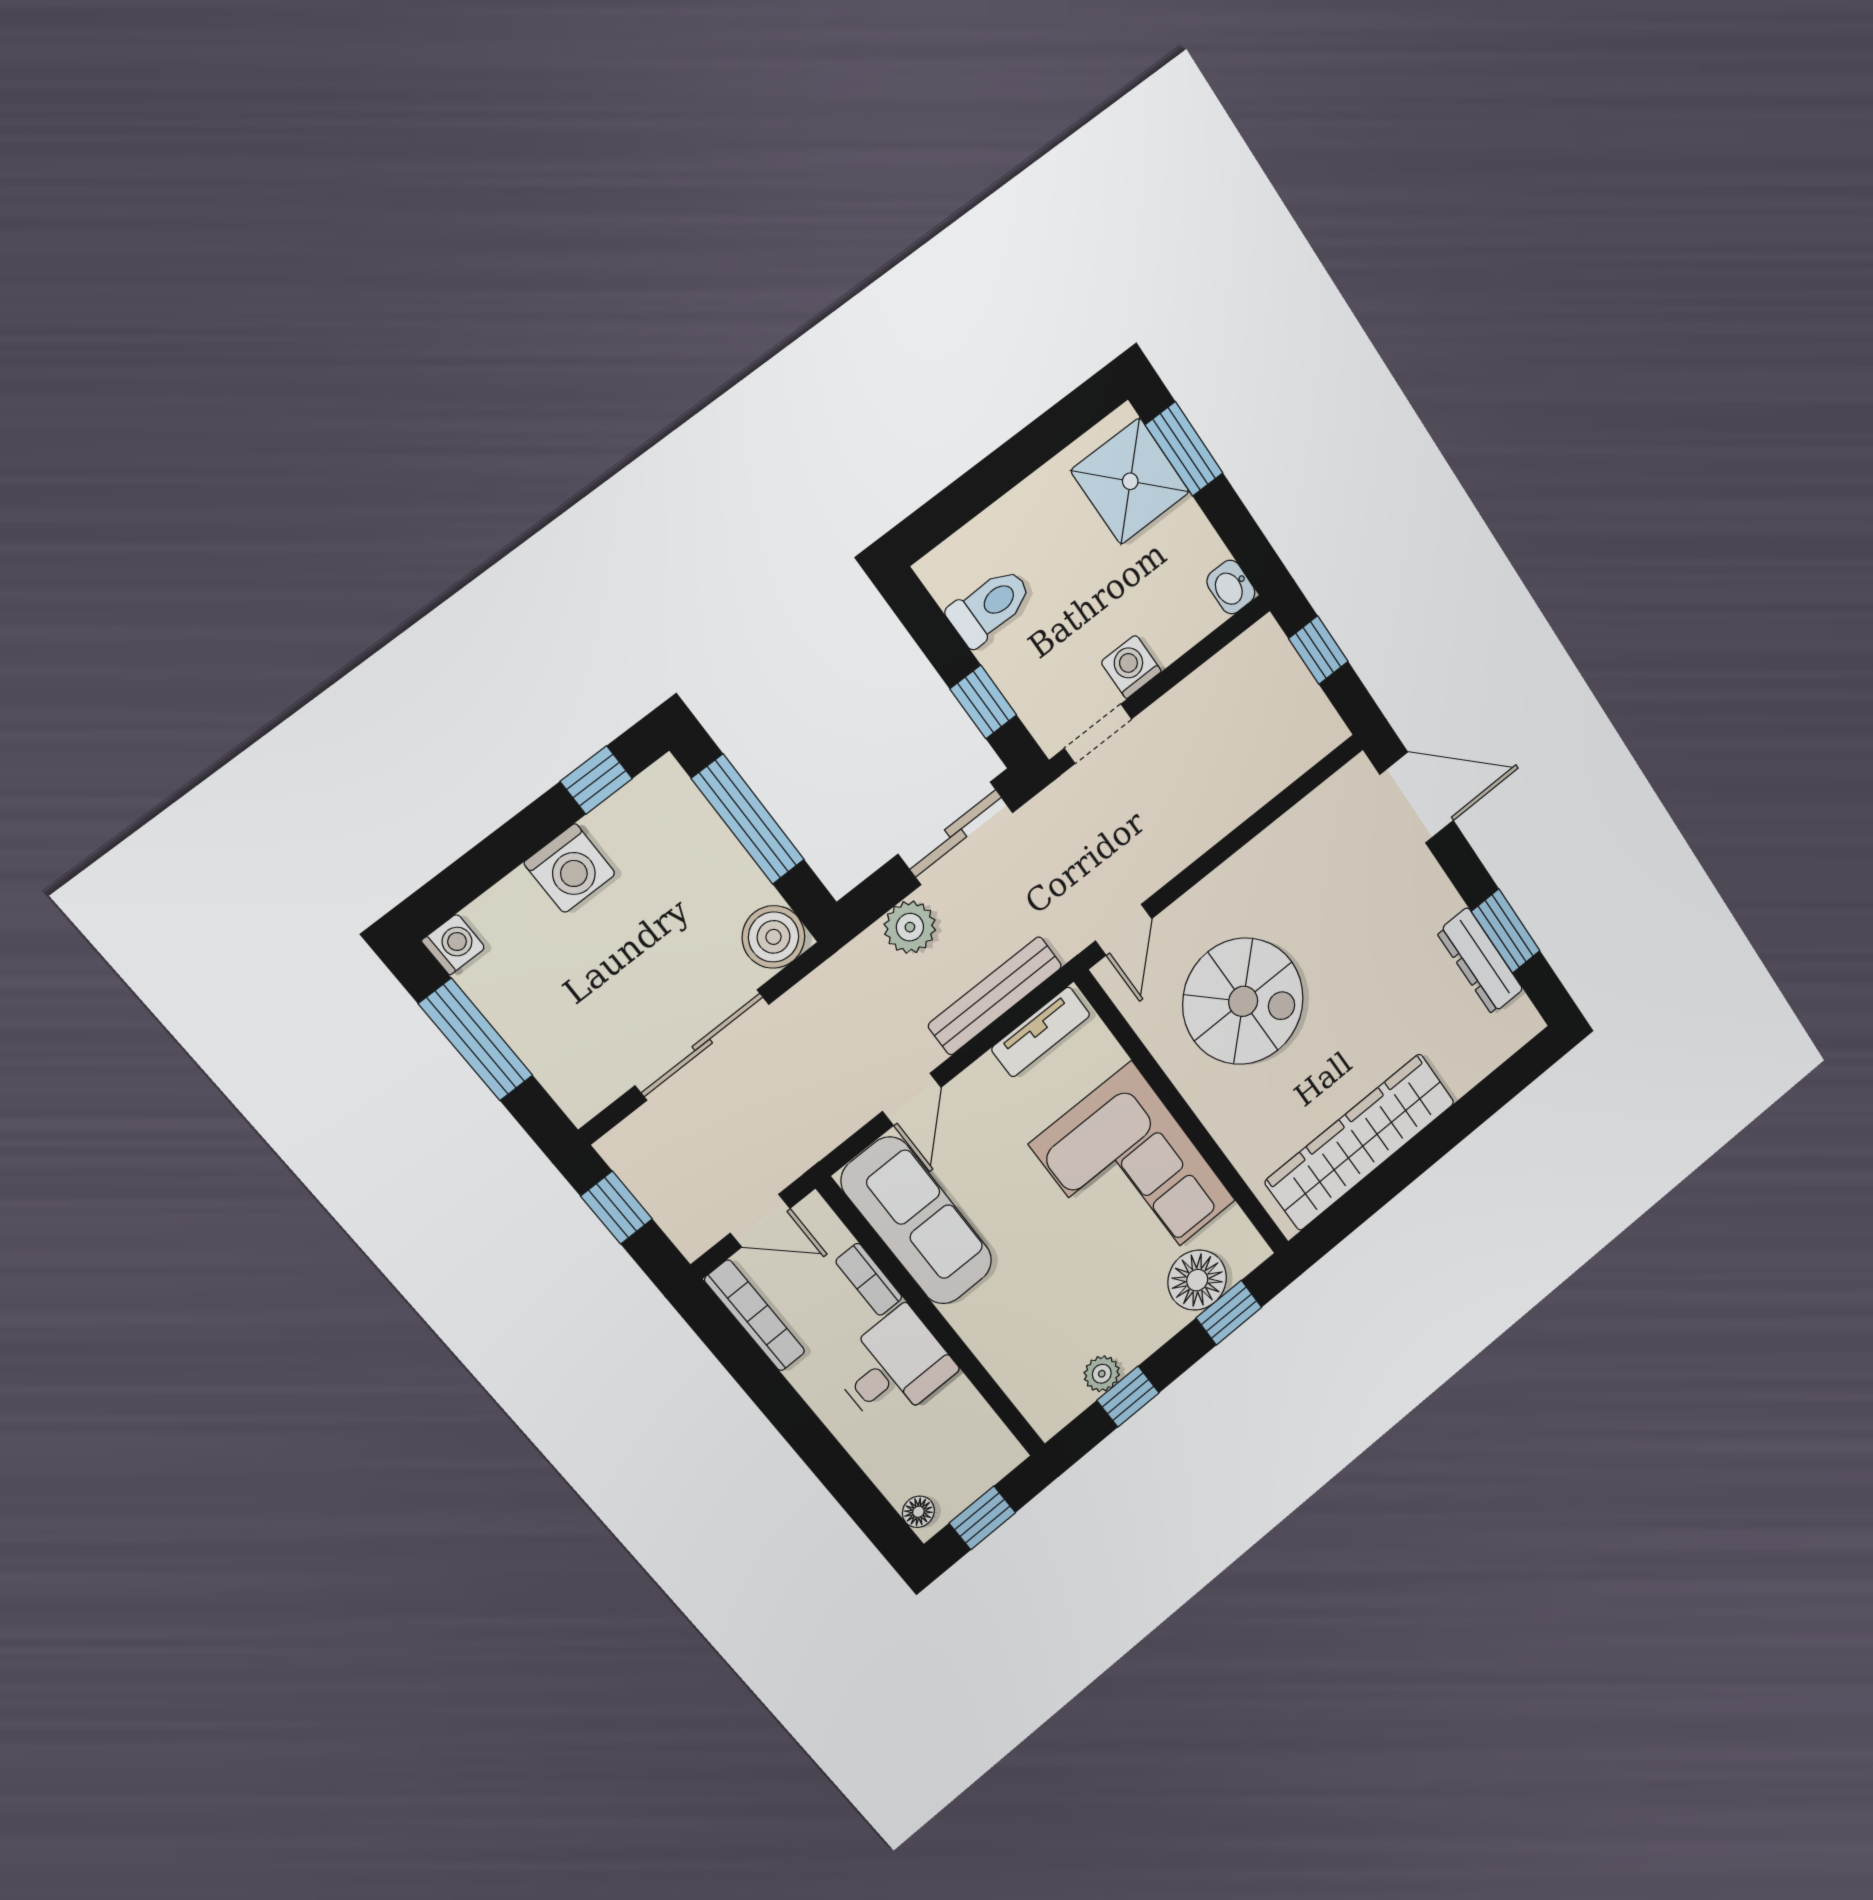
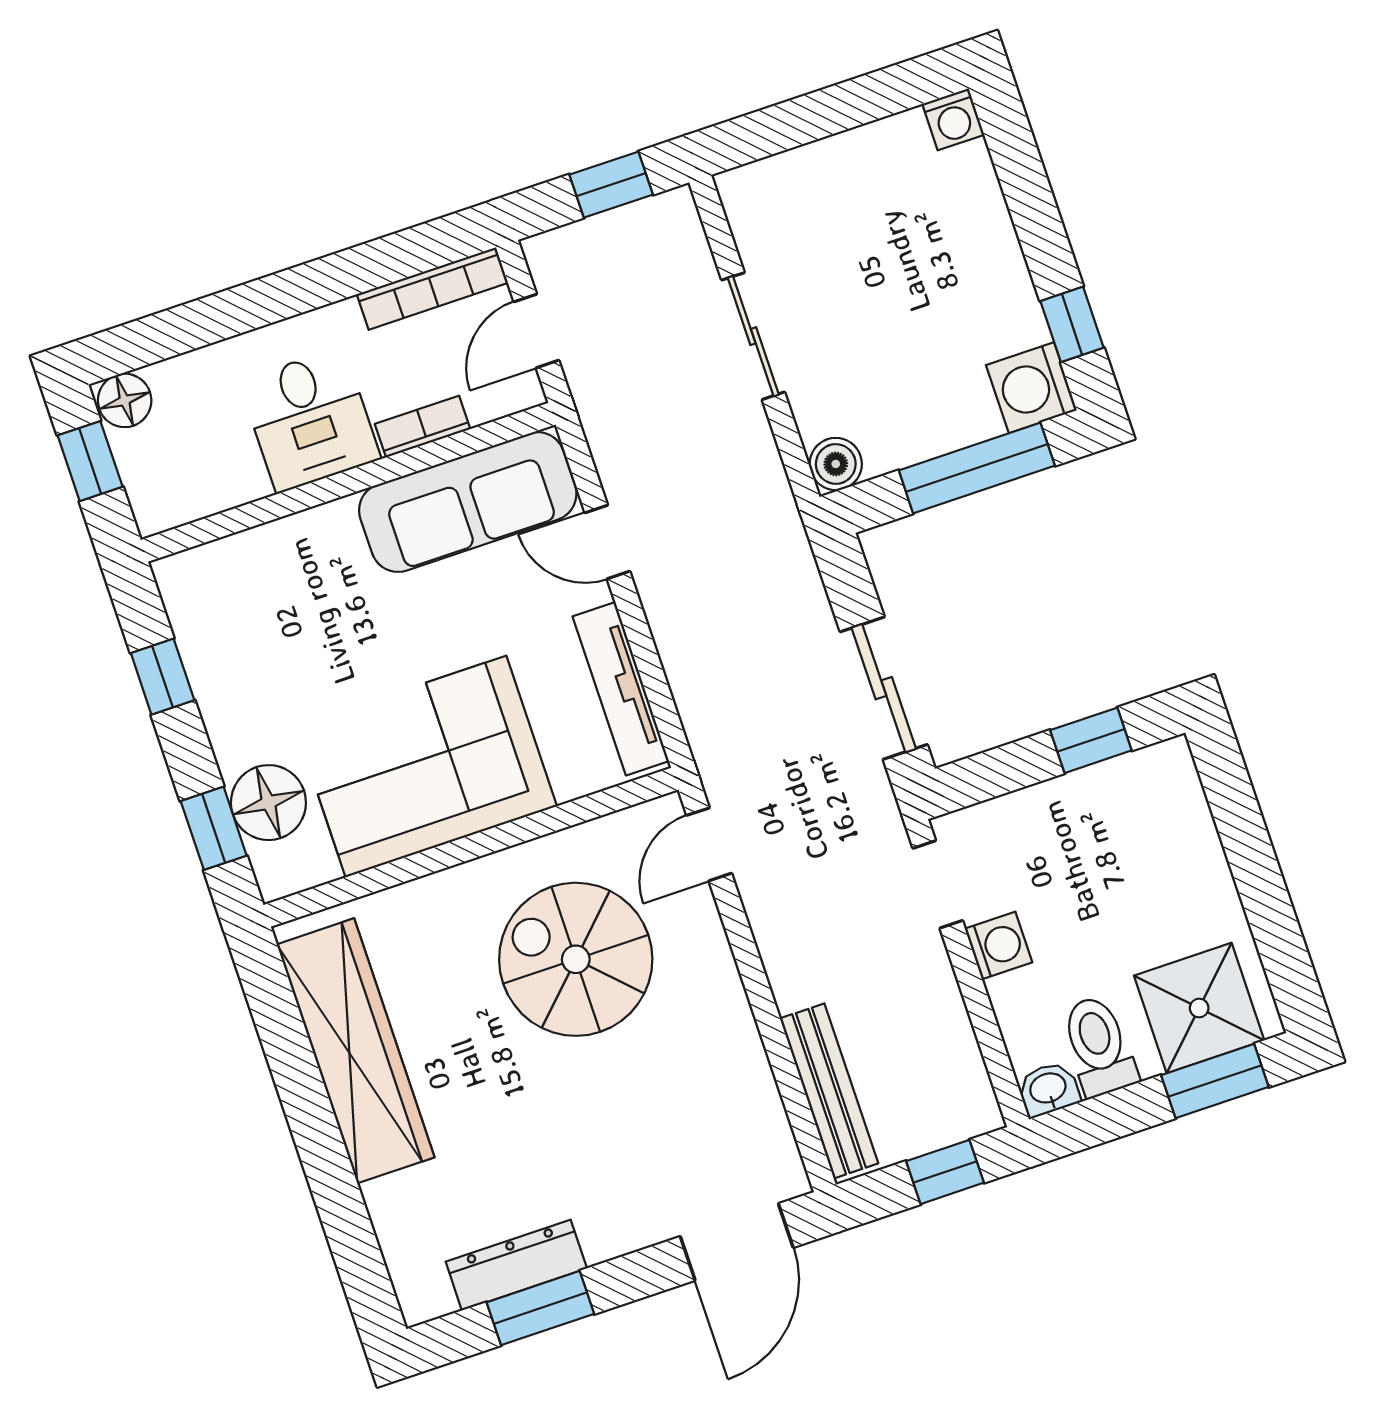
toilet: (990, 607) -> (1099, 1046), moved, turned 180
window: (983, 702) -> (1091, 740), moved
washing machine: (570, 868) -> (1031, 388), moved
plant: (910, 927) -> (799, 604), removed
door: (1124, 930) -> (709, 844), hinge flipped
boiler: (774, 937) -> (836, 464), width x0.73, depth x0.73
bench: (995, 996) -> (829, 1091), moved
spiral stairs: (1243, 1001) -> (576, 959), turned 90
tv unit: (1041, 1032) -> (621, 689), width x1.41
window: (476, 1040) -> (846, 106), removed
sliding door: (702, 1045) -> (753, 336), width x0.73
plant: (1102, 1374) -> (203, 655), removed
floor lamp: (918, 1512) -> (125, 400), width x1.37, depth x1.37

